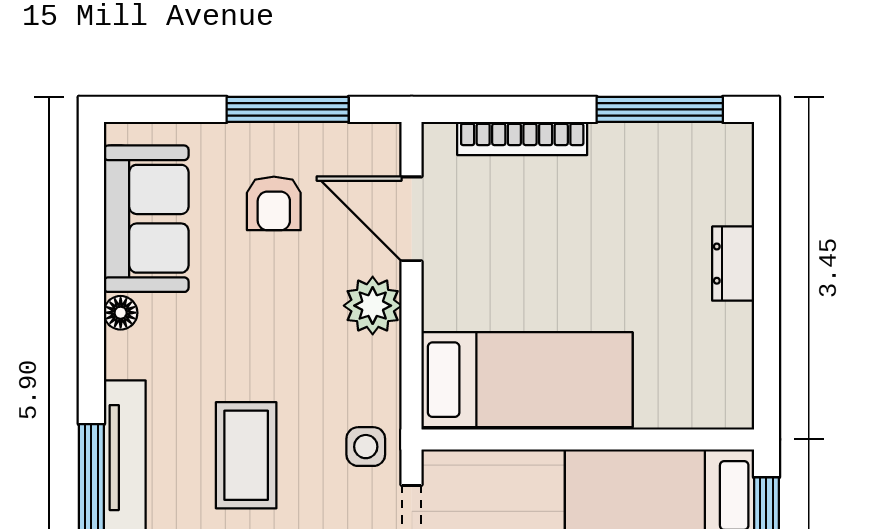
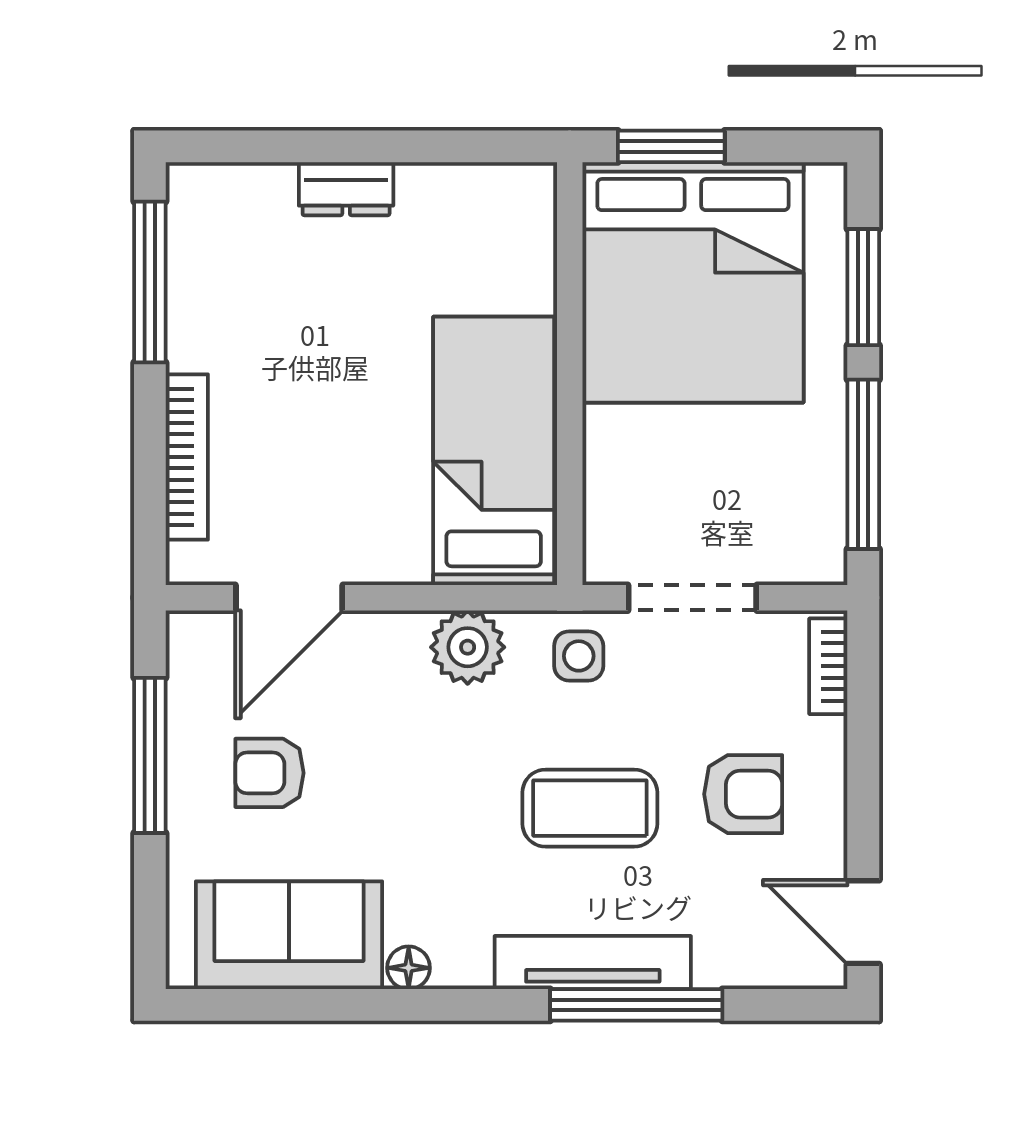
armchair: (274, 203) -> (269, 773), turned 180
plant: (373, 306) -> (468, 647), moved

